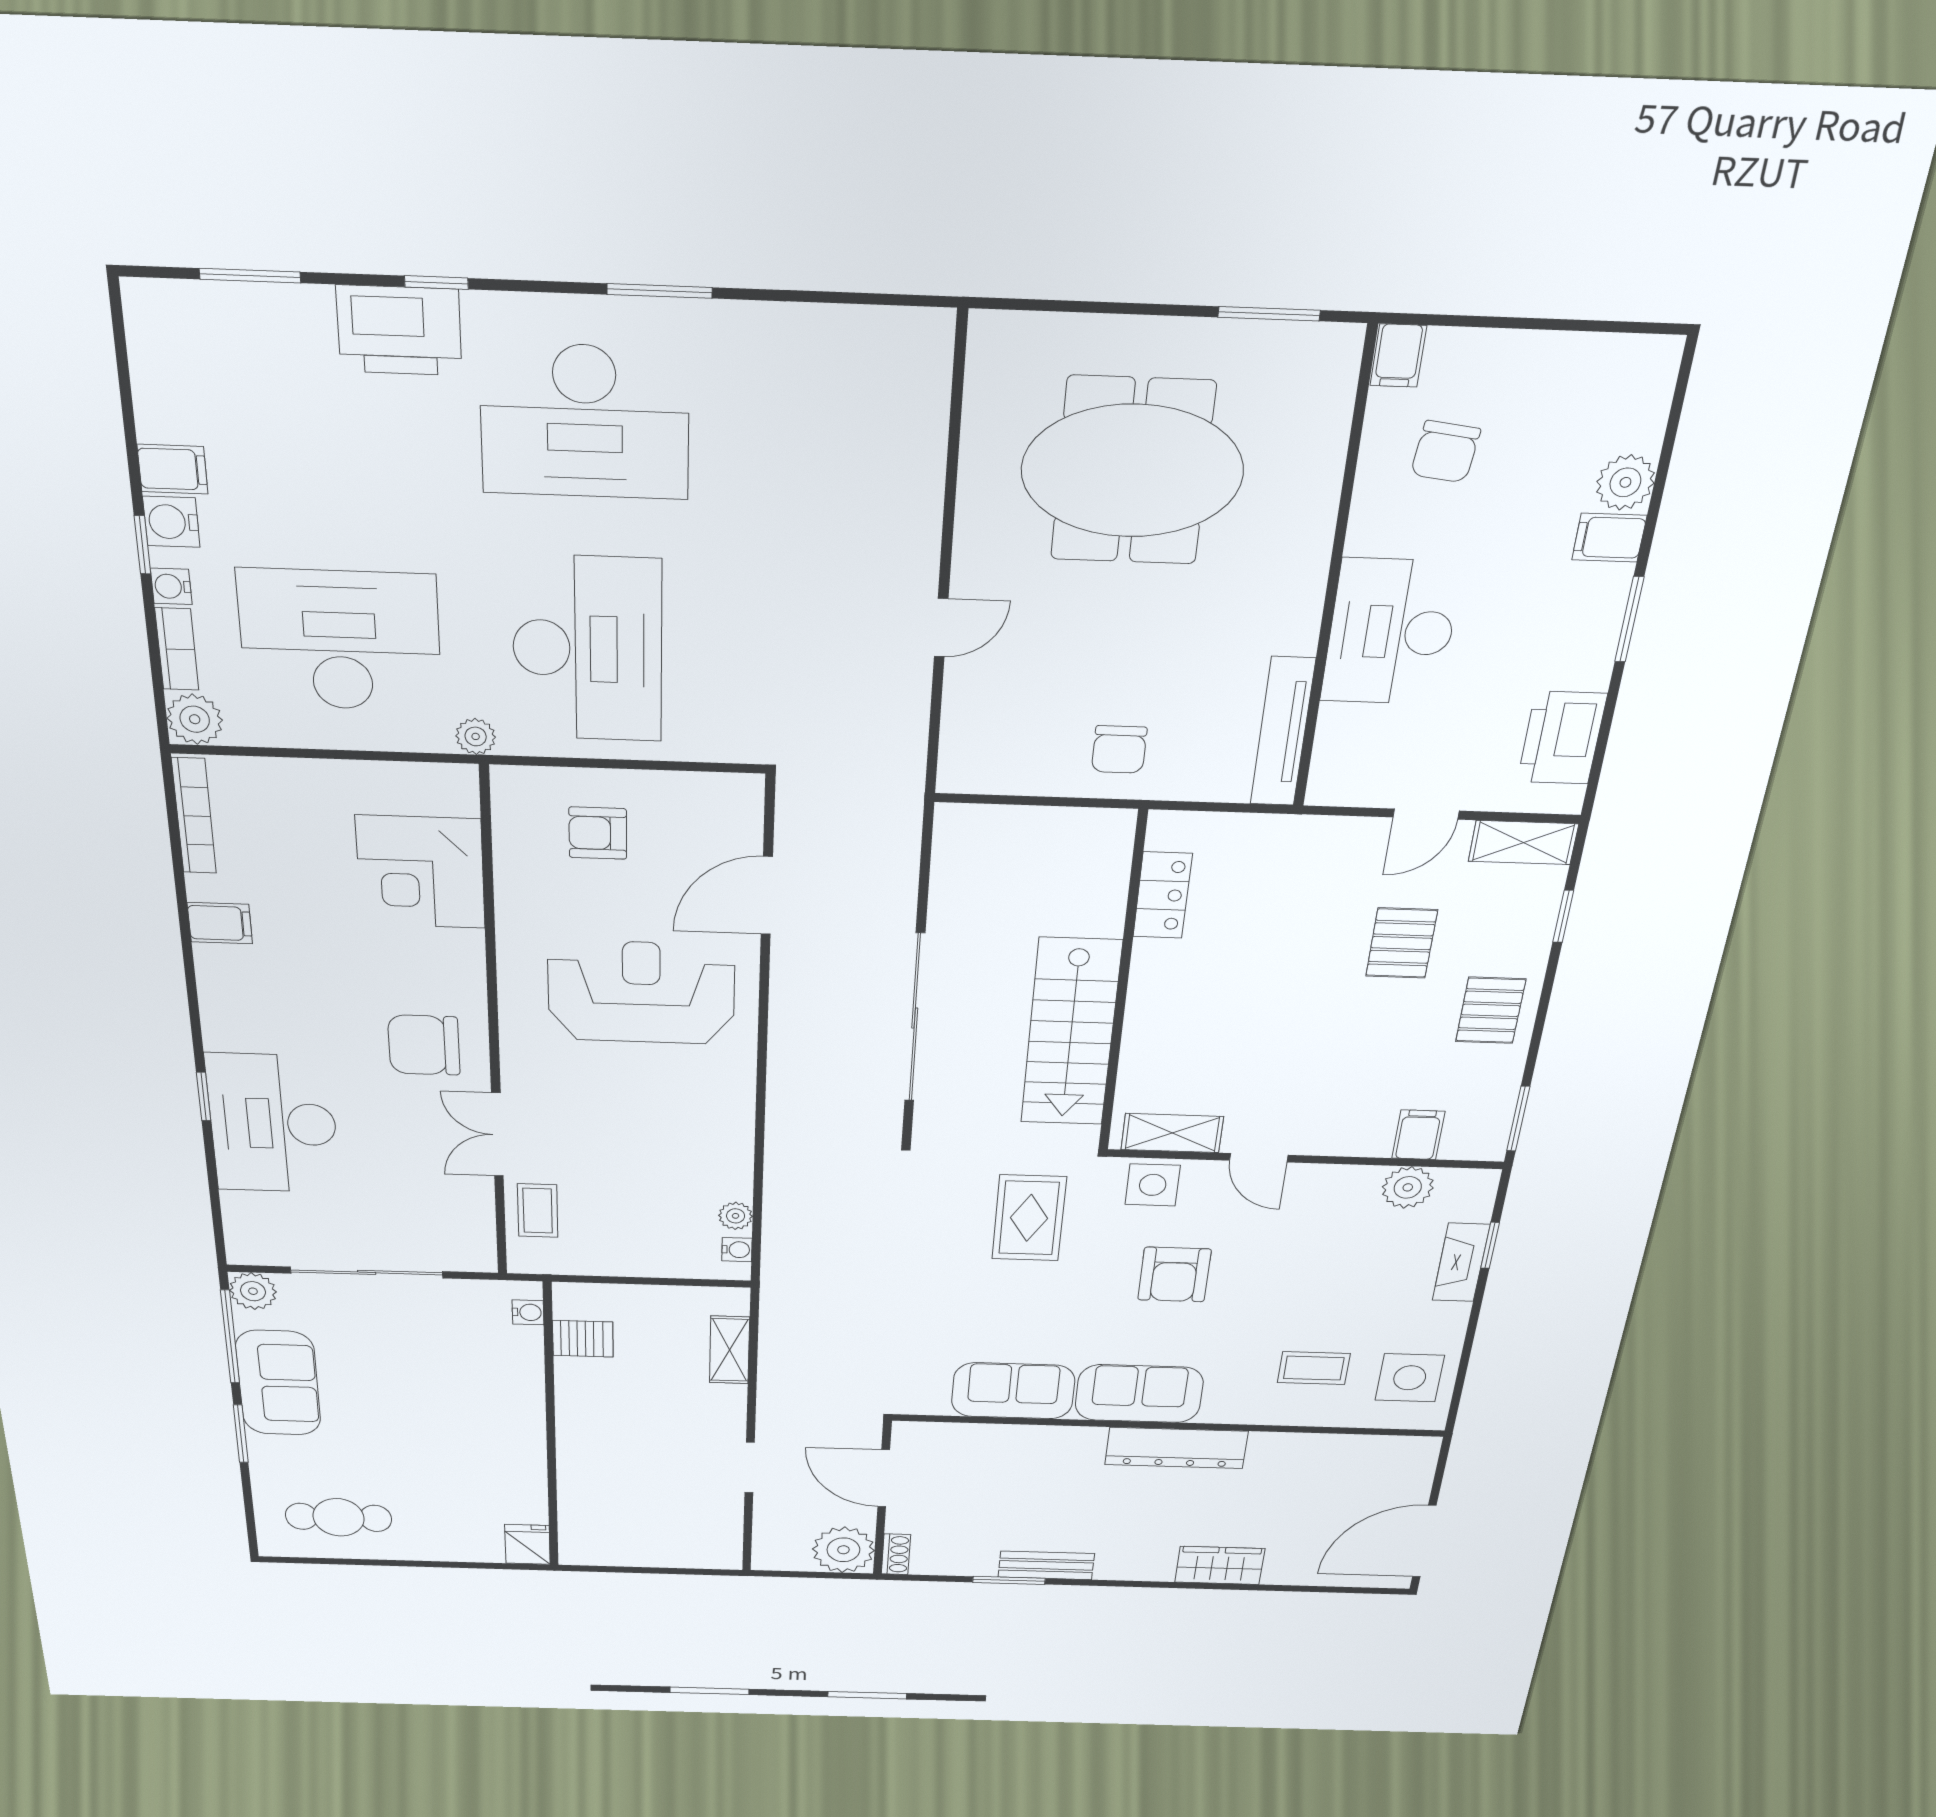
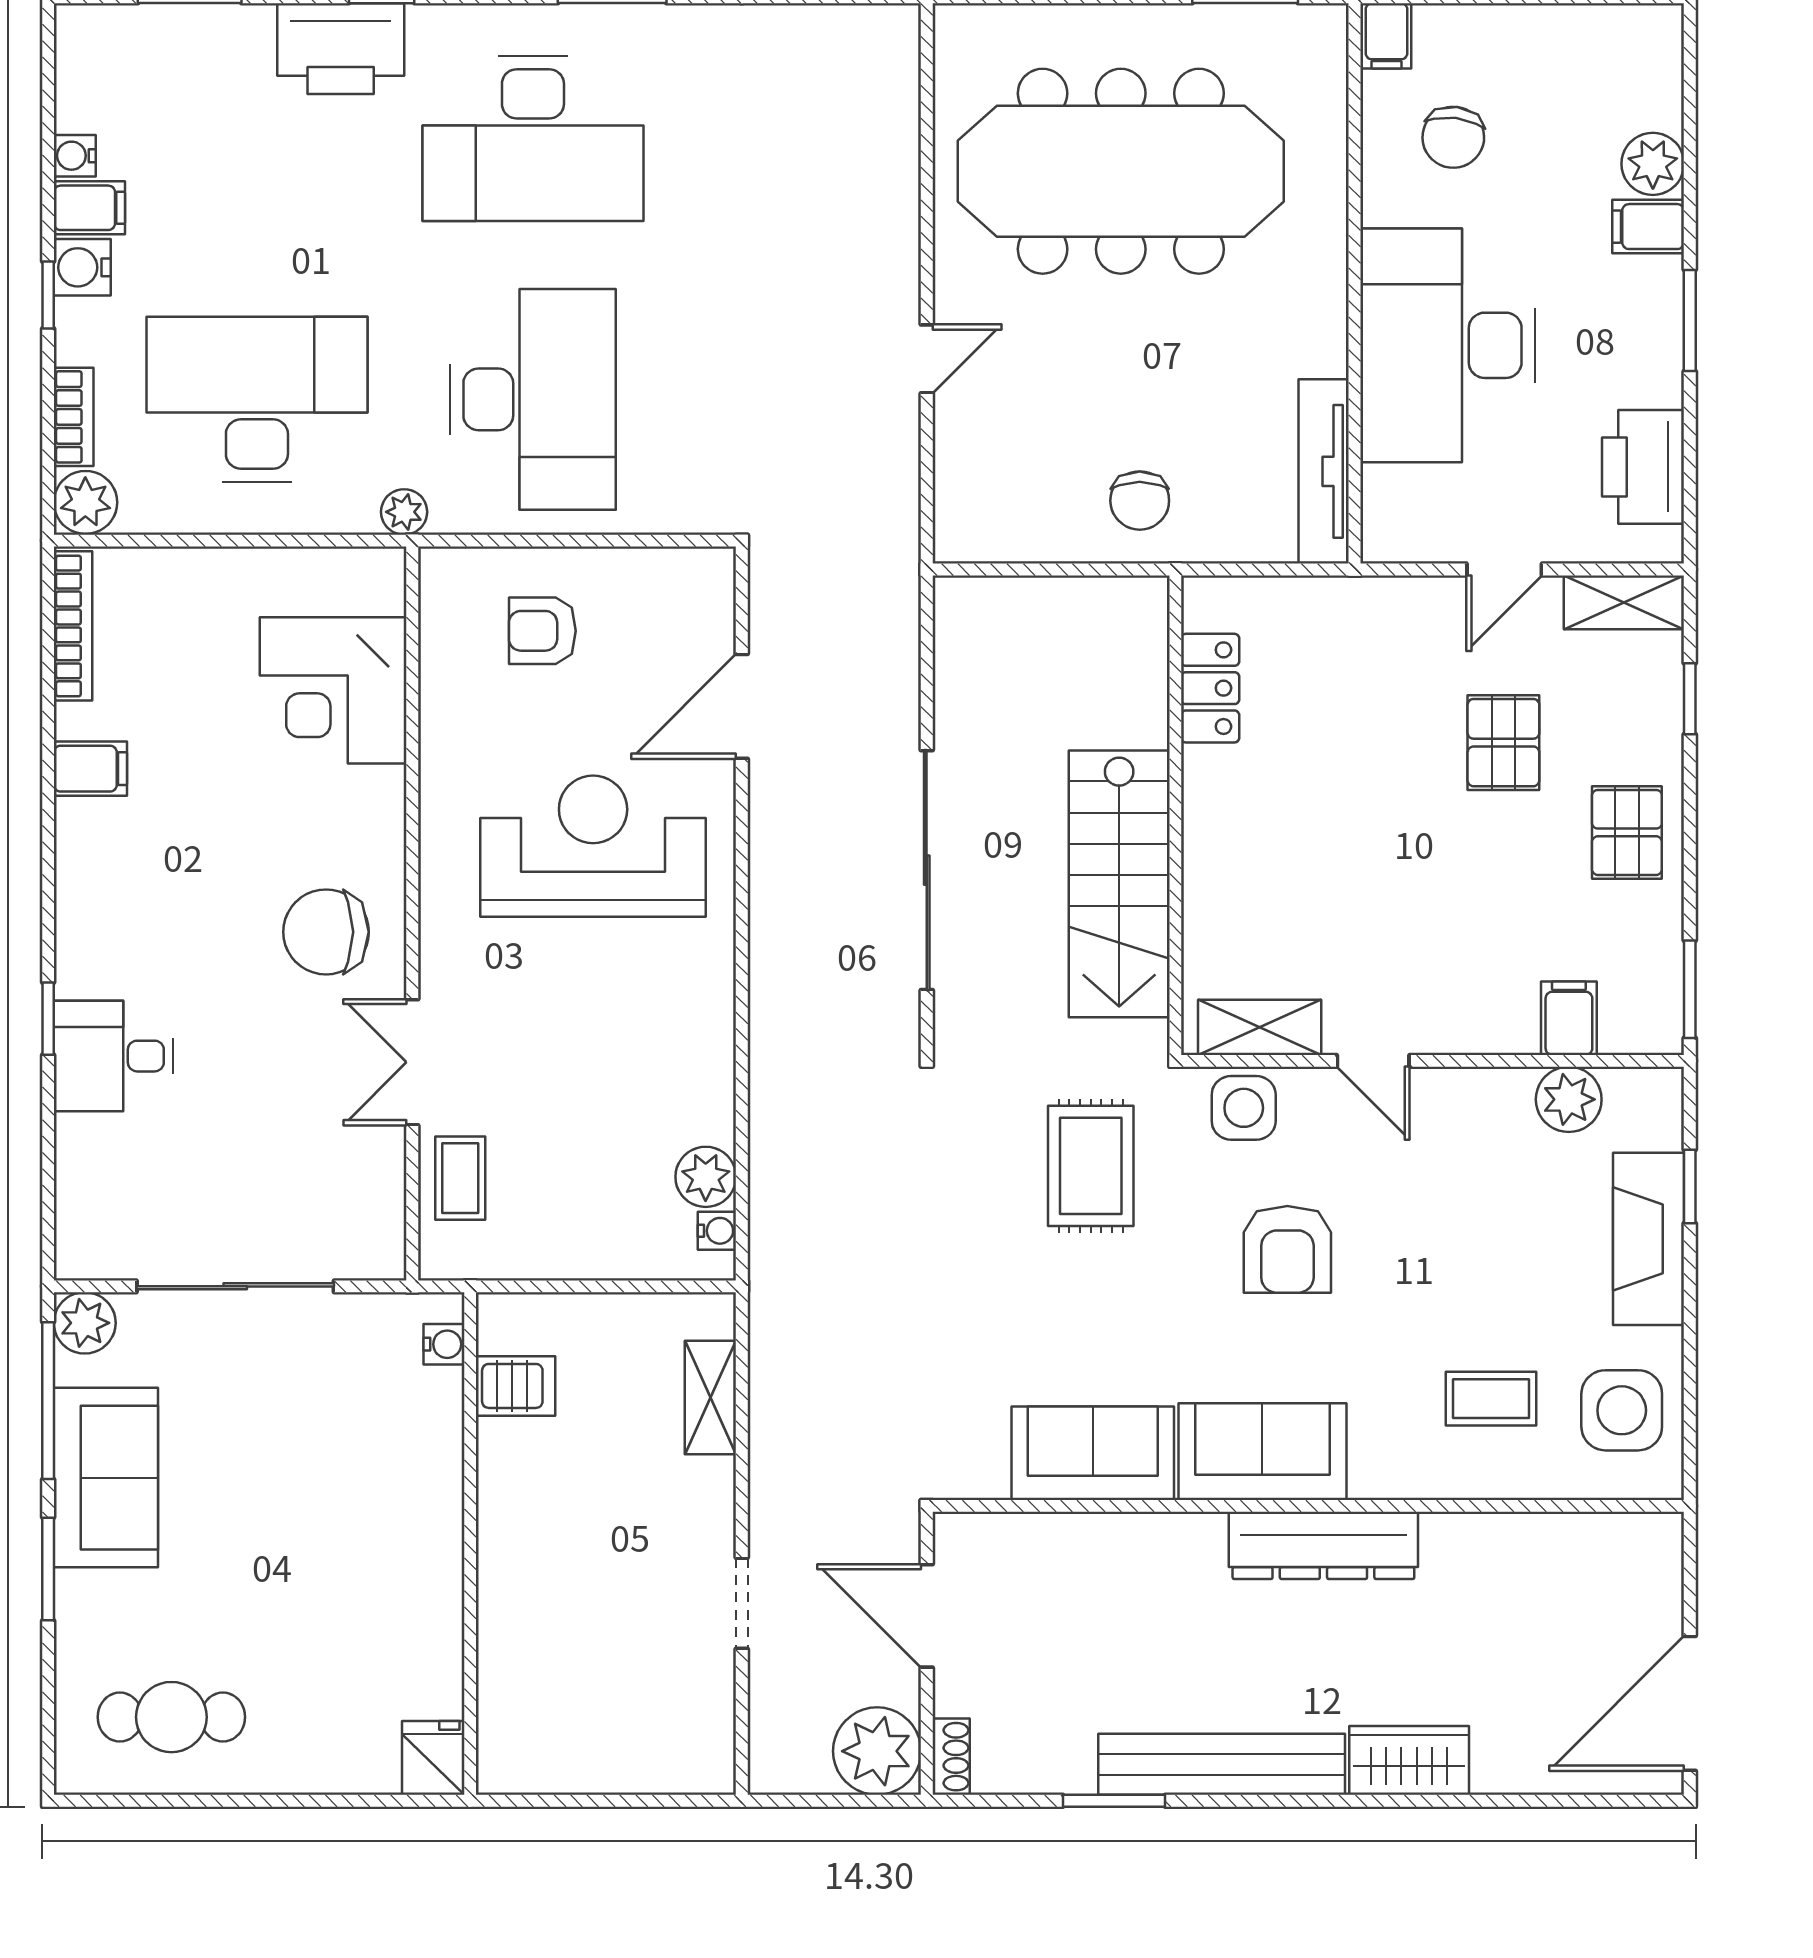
meeting table: (1132, 471) -> (1121, 171), width x1.36
water cooler: (171, 586) -> (75, 156), moved
desk: (1391, 632) -> (1448, 345), width x1.36, depth x1.30
desk: (273, 1124) -> (114, 1056), width x0.53, depth x0.77
plant: (736, 1216) -> (706, 1177), width x1.38, depth x1.38
fireplace: (1461, 1262) -> (1649, 1239), width x1.37, depth x1.32
bench: (1046, 1565) -> (1222, 1764), width x1.86, depth x1.21

